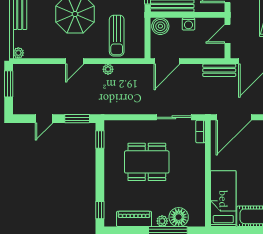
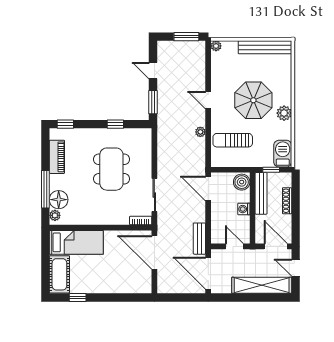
window: (100, 139) -> (115, 124), moved
plant: (162, 221) -> (55, 215), moved

